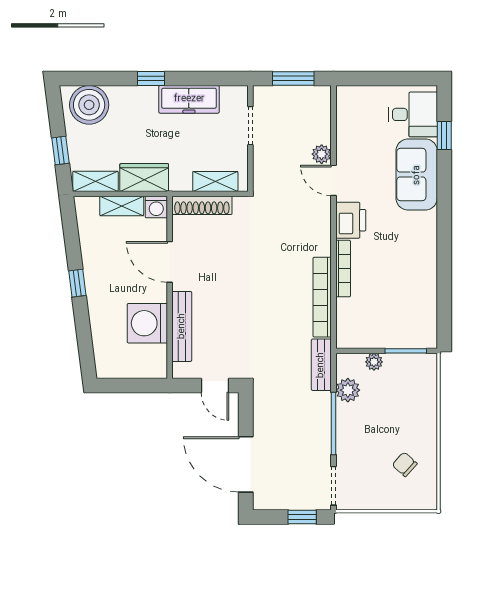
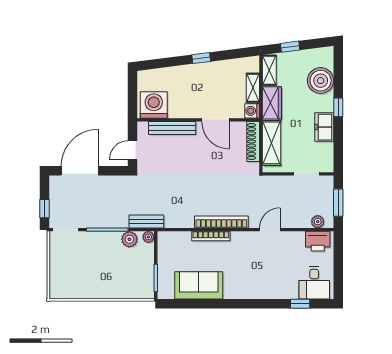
freezer: (189, 99) -> (324, 127), width x0.71
boiler: (89, 105) -> (321, 81), moved
plant: (322, 154) -> (318, 222), moved
sofa: (417, 175) -> (199, 285), moved
shelving: (215, 181) -> (272, 143), width x1.50, depth x1.33
printer: (351, 220) -> (318, 241), moved
door: (170, 262) -> (215, 120), swing flipped
bookcase: (322, 297) -> (221, 222), moved
washing machine: (147, 323) -> (154, 105), moved
plant: (374, 362) -> (148, 237), moved
chair: (405, 464) -> (80, 277), removed

